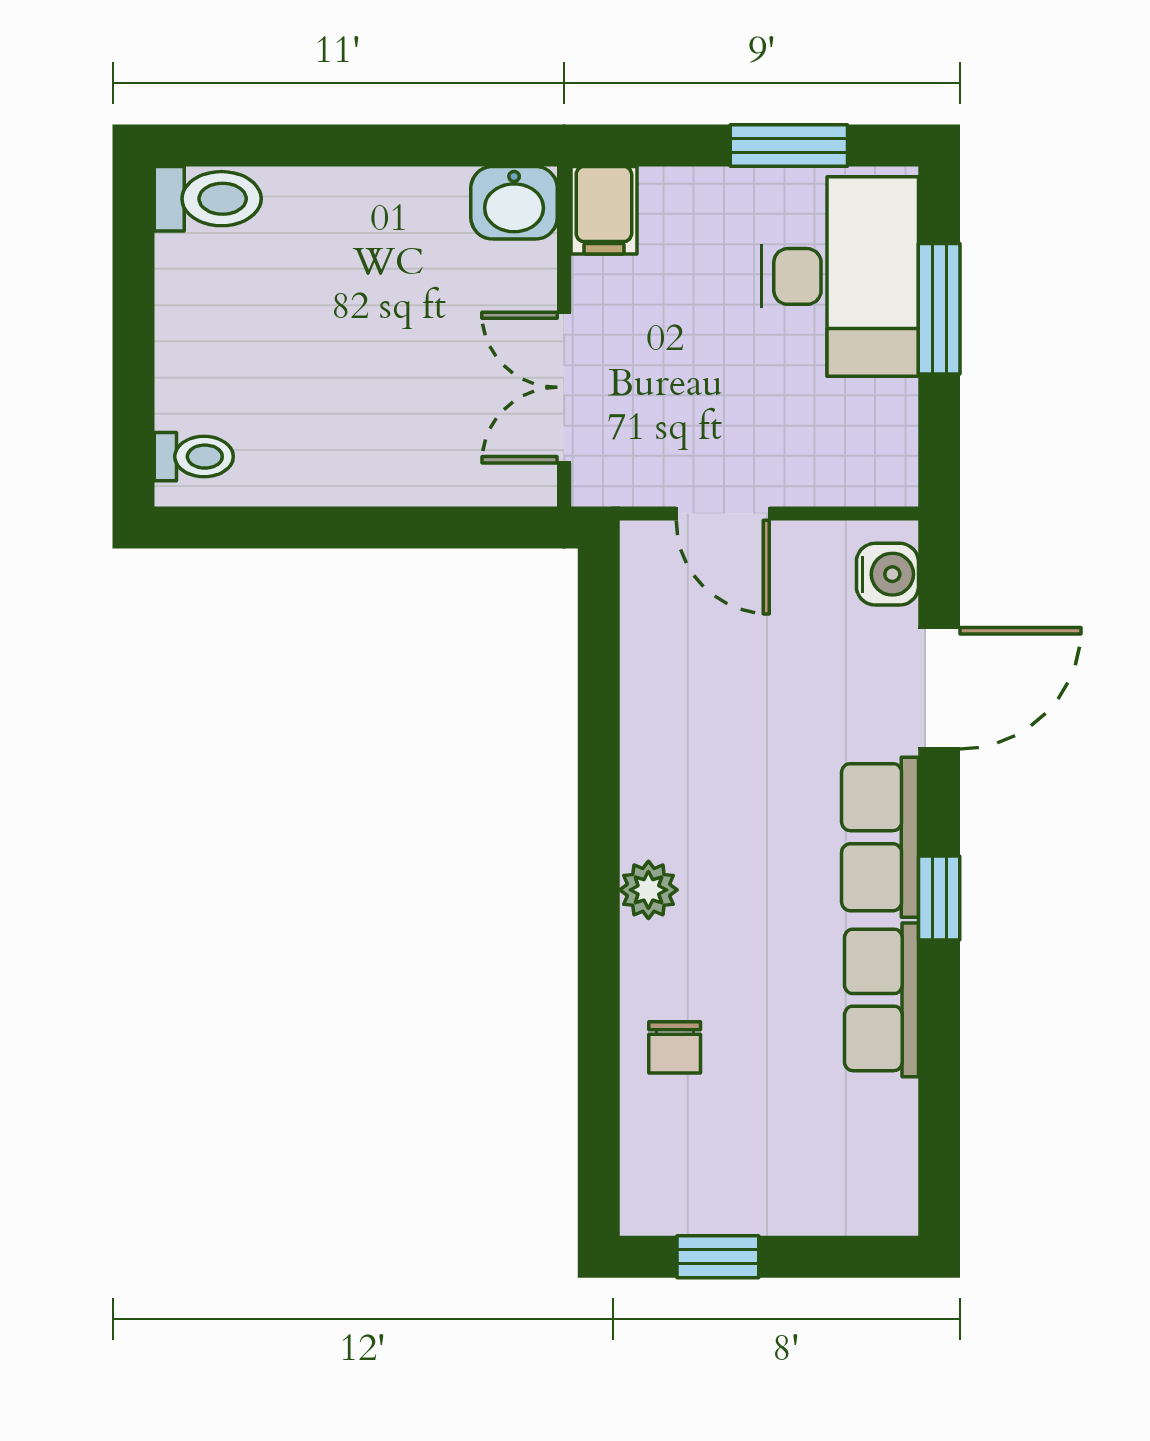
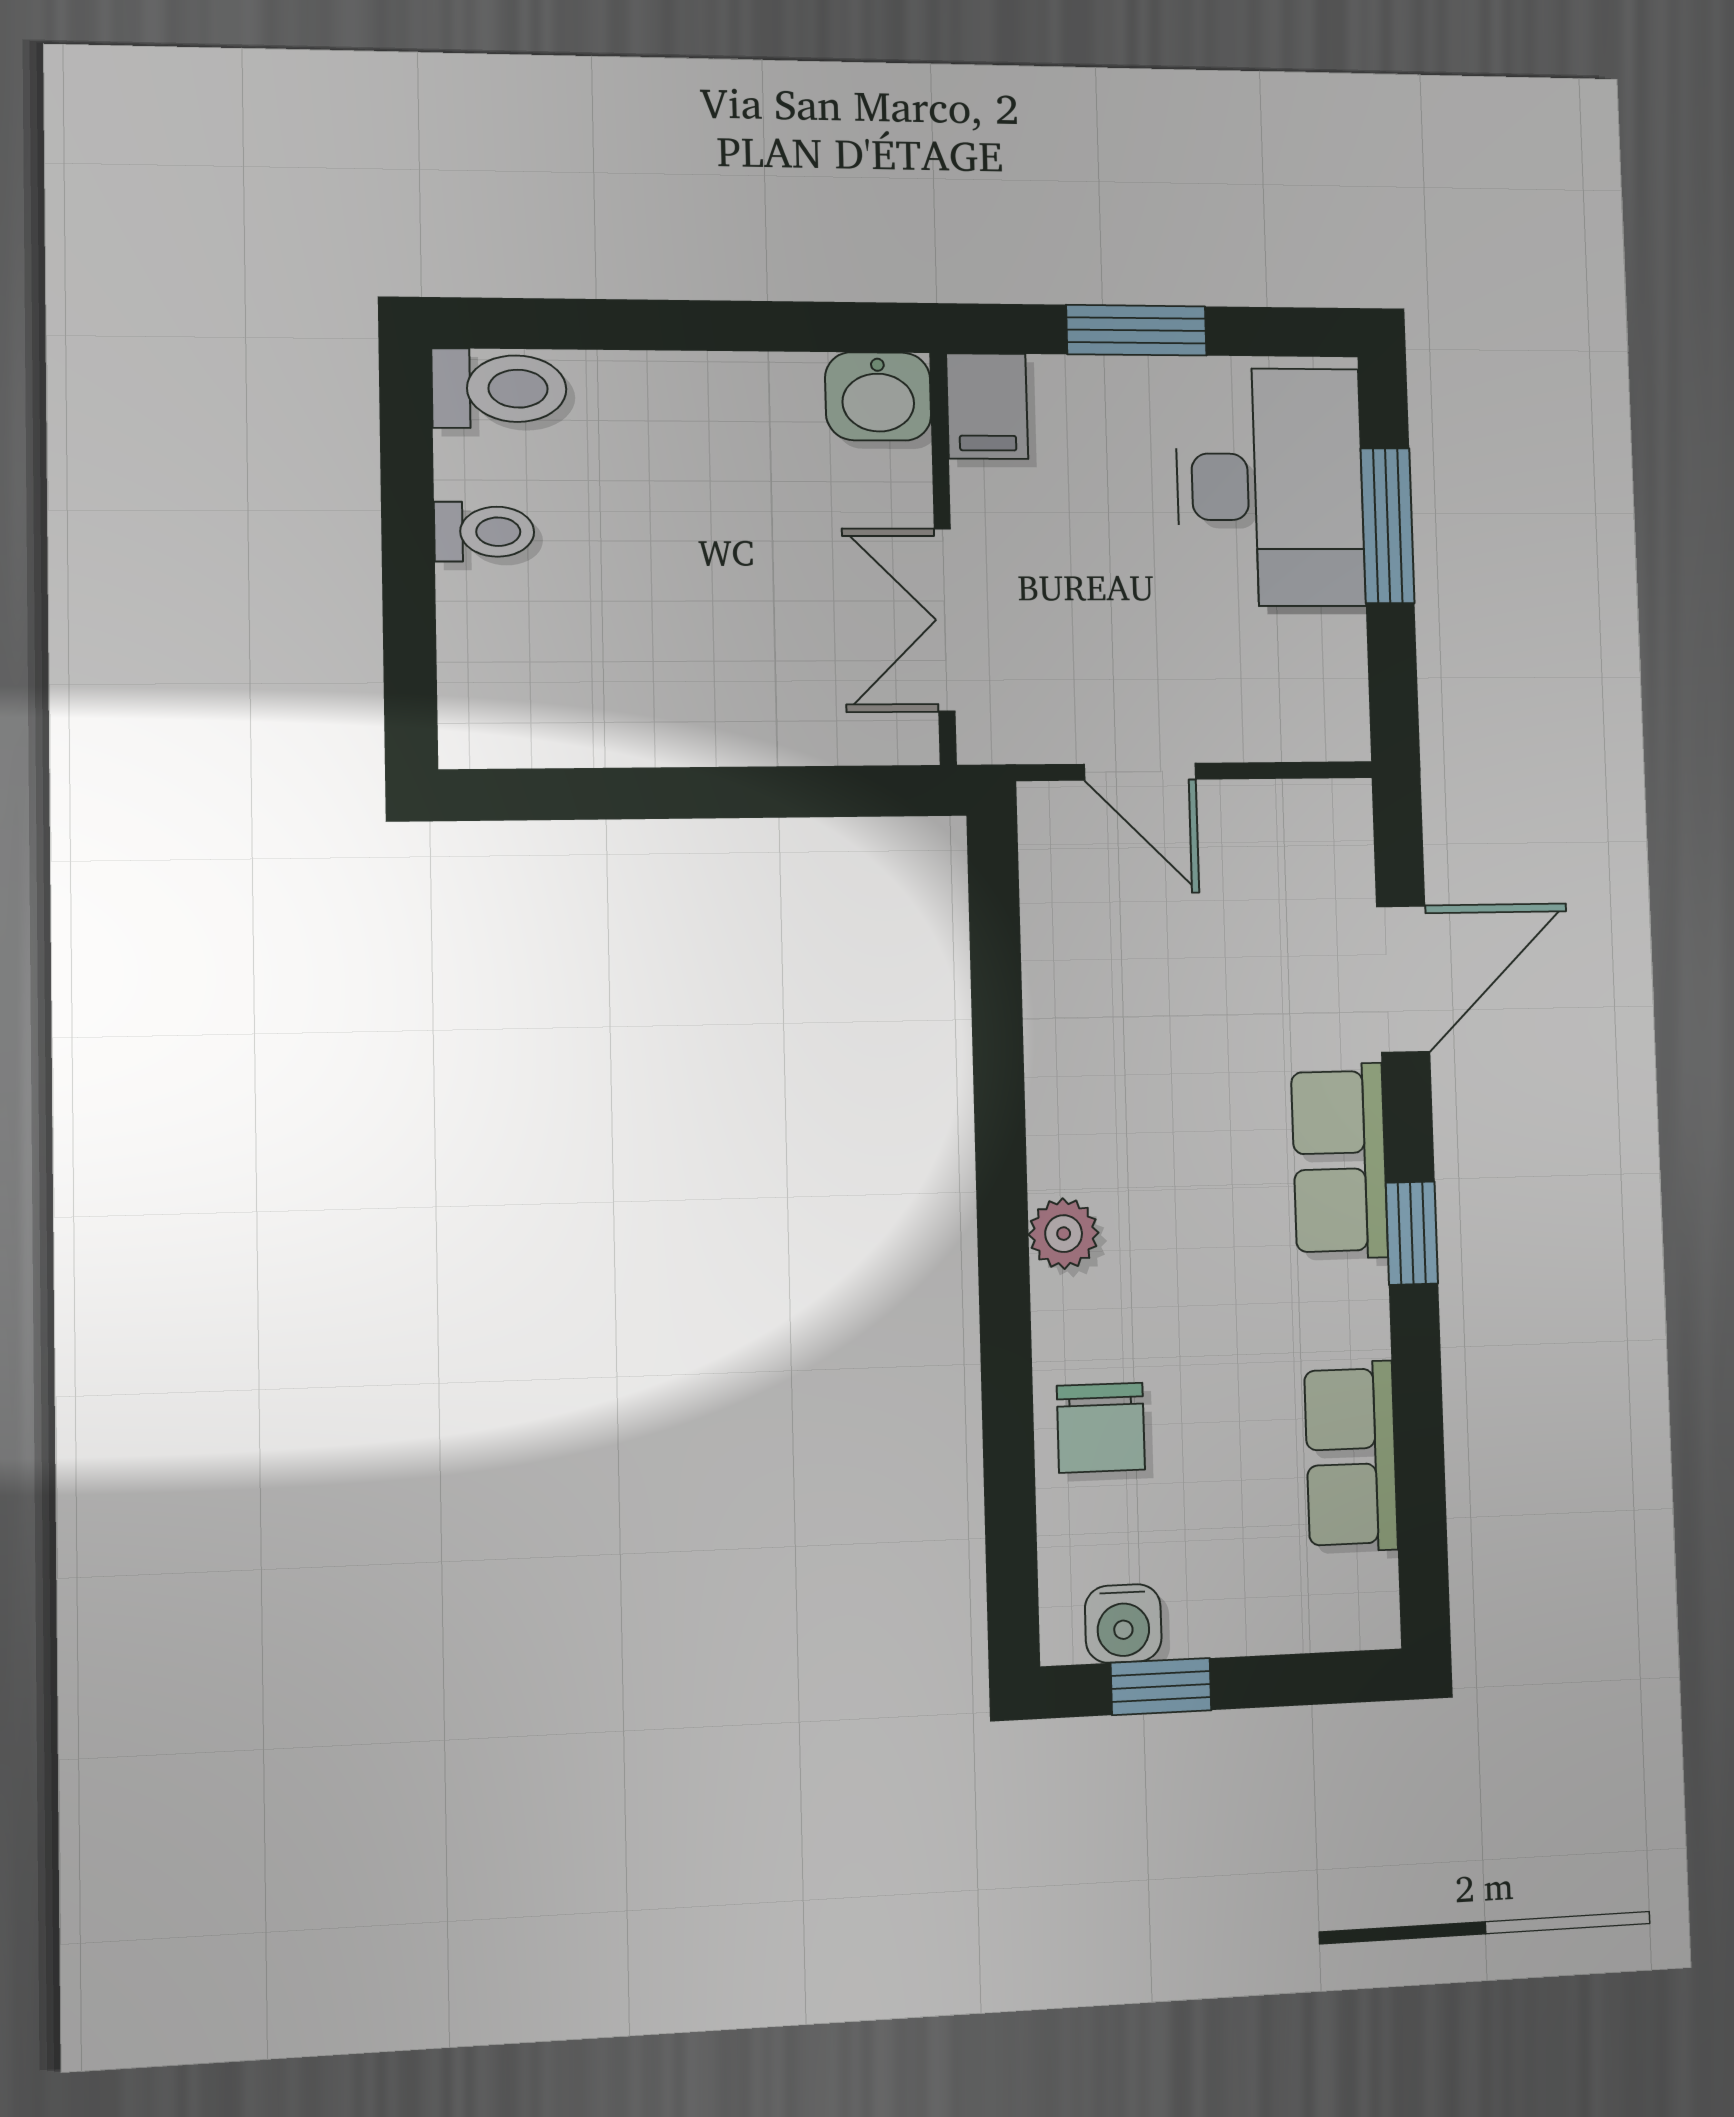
window: (789, 145) -> (1136, 330), moved
toilet: (194, 457) -> (484, 532), moved
water cooler: (887, 574) -> (1123, 1624), moved, turned 90
row of seats: (881, 1000) -> (1351, 1457), moved
chair: (675, 1047) -> (1101, 1428), width x1.37, depth x1.37

